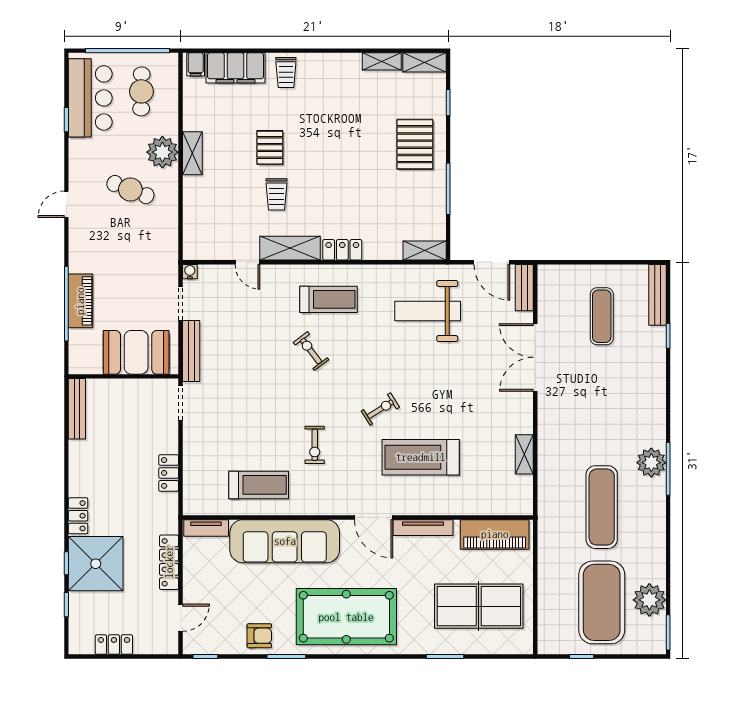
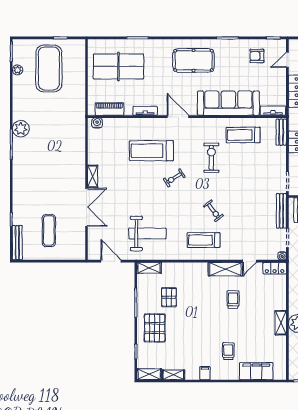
filing cabinet: (196, 64) -> (205, 373), moved
trolley: (286, 73) -> (228, 351), moved
pallet: (270, 148) -> (169, 297), moved
locker: (342, 250) -> (275, 268), moved
door: (247, 262) -> (249, 261), swing flipped
bench: (524, 288) -> (281, 132), moved
exercise bike: (315, 445) -> (211, 158), width x1.38, depth x1.39
shelving: (524, 454) -> (93, 176), moved
treadmill: (421, 457) -> (151, 151), turned 180
plant: (651, 463) -> (21, 129), moved
water cooler: (517, 506) -> (97, 123), added
exercise mat: (602, 507) -> (49, 122), removed
tv unit: (423, 528) -> (145, 111), width x0.71
piano: (495, 534) -> (109, 109), width x0.73, depth x0.75
plant: (649, 600) -> (17, 70), width x0.53, depth x0.53
pool table: (346, 617) -> (193, 60), width x0.73, depth x0.76
armchair: (259, 636) -> (257, 56), moved

